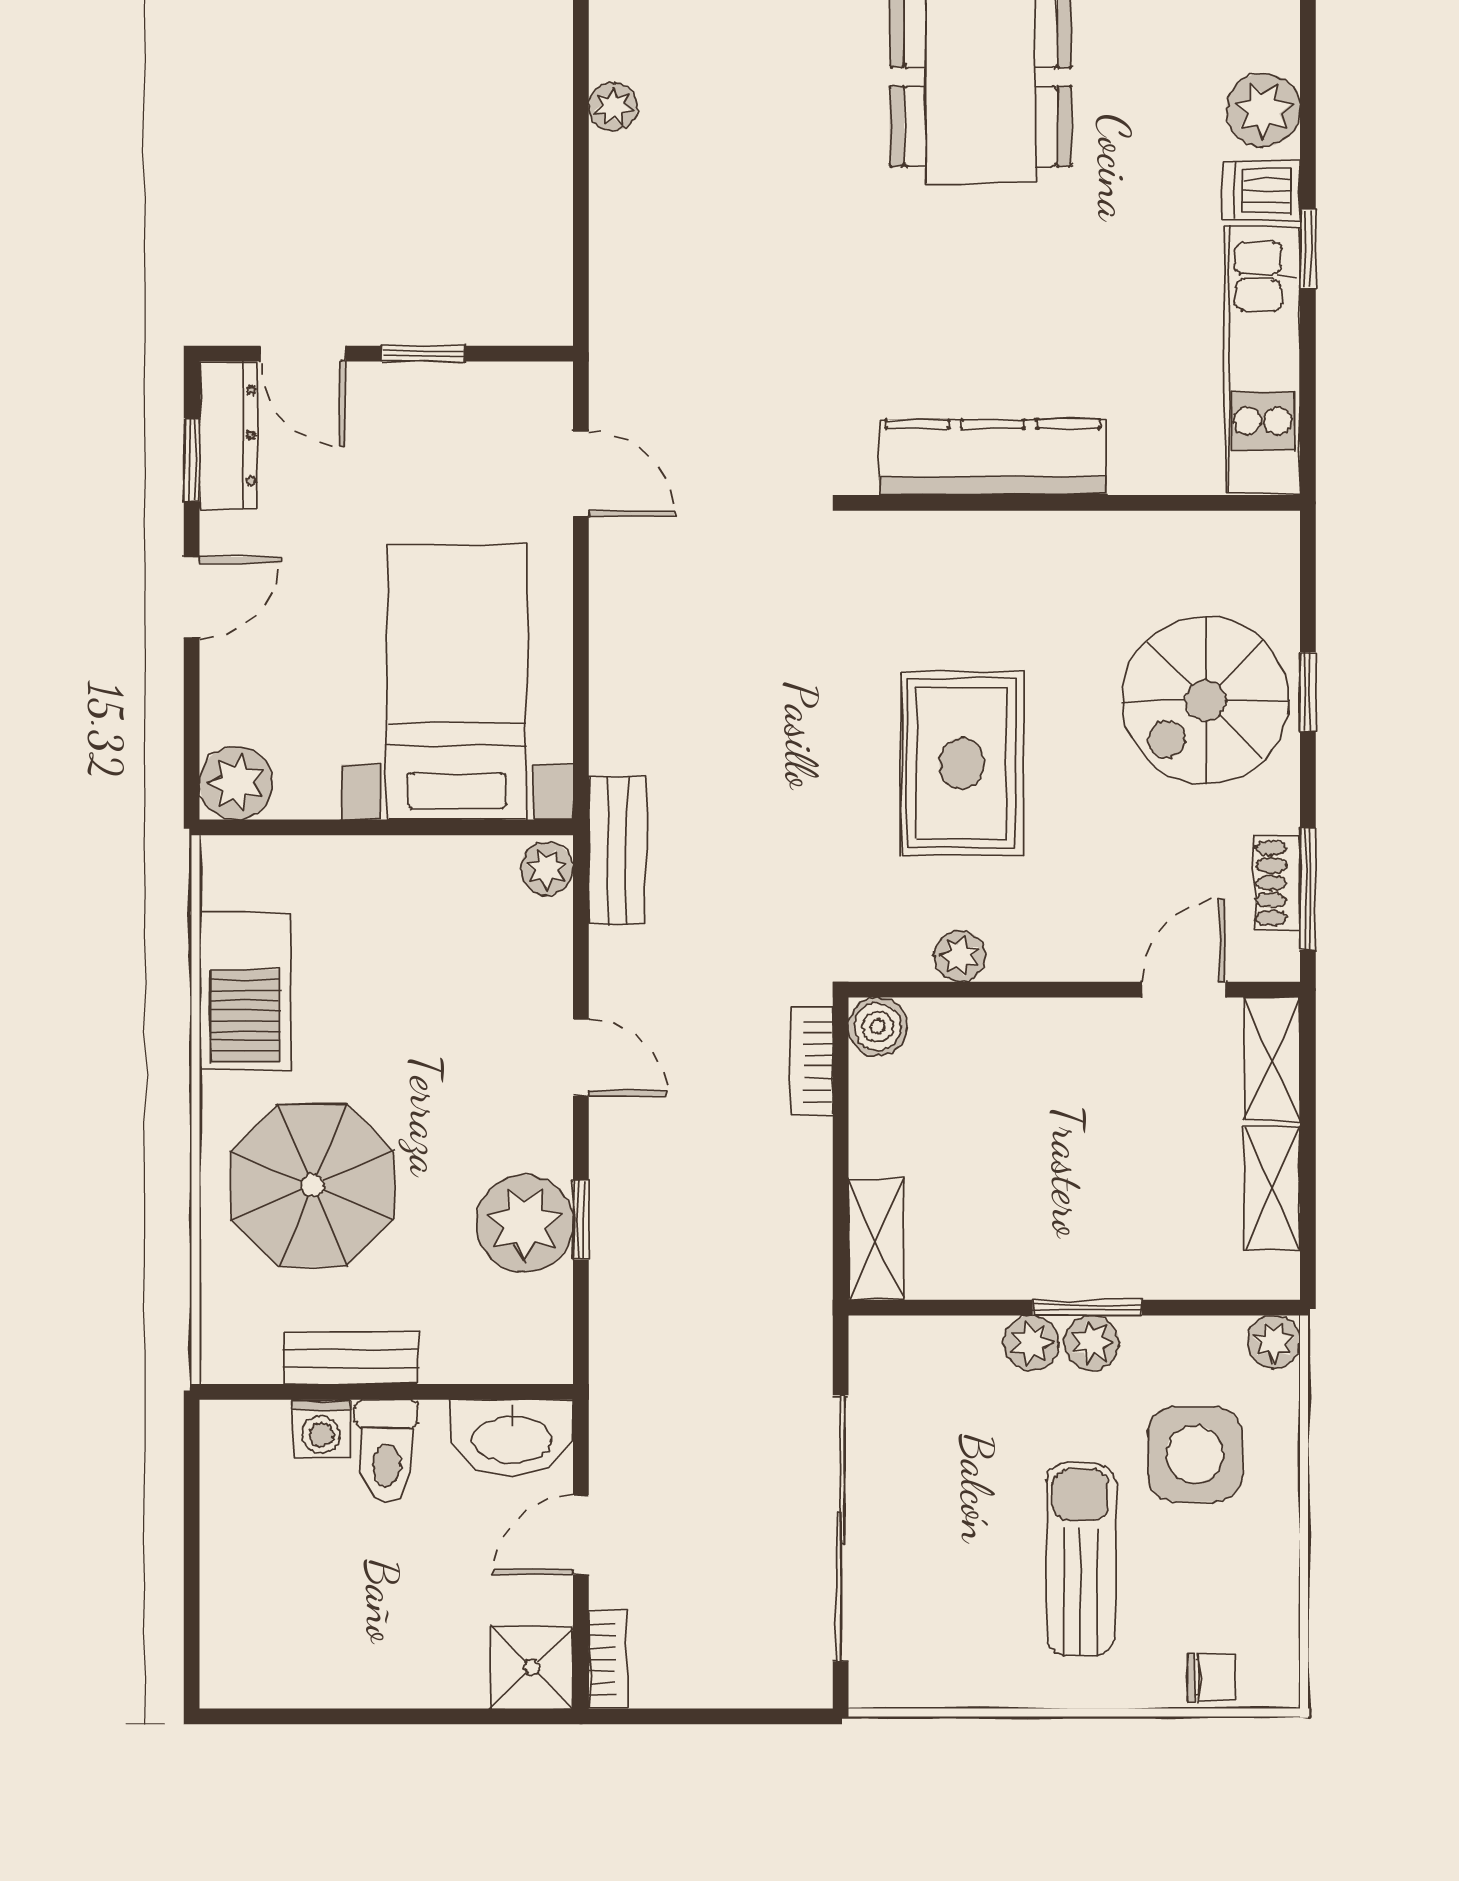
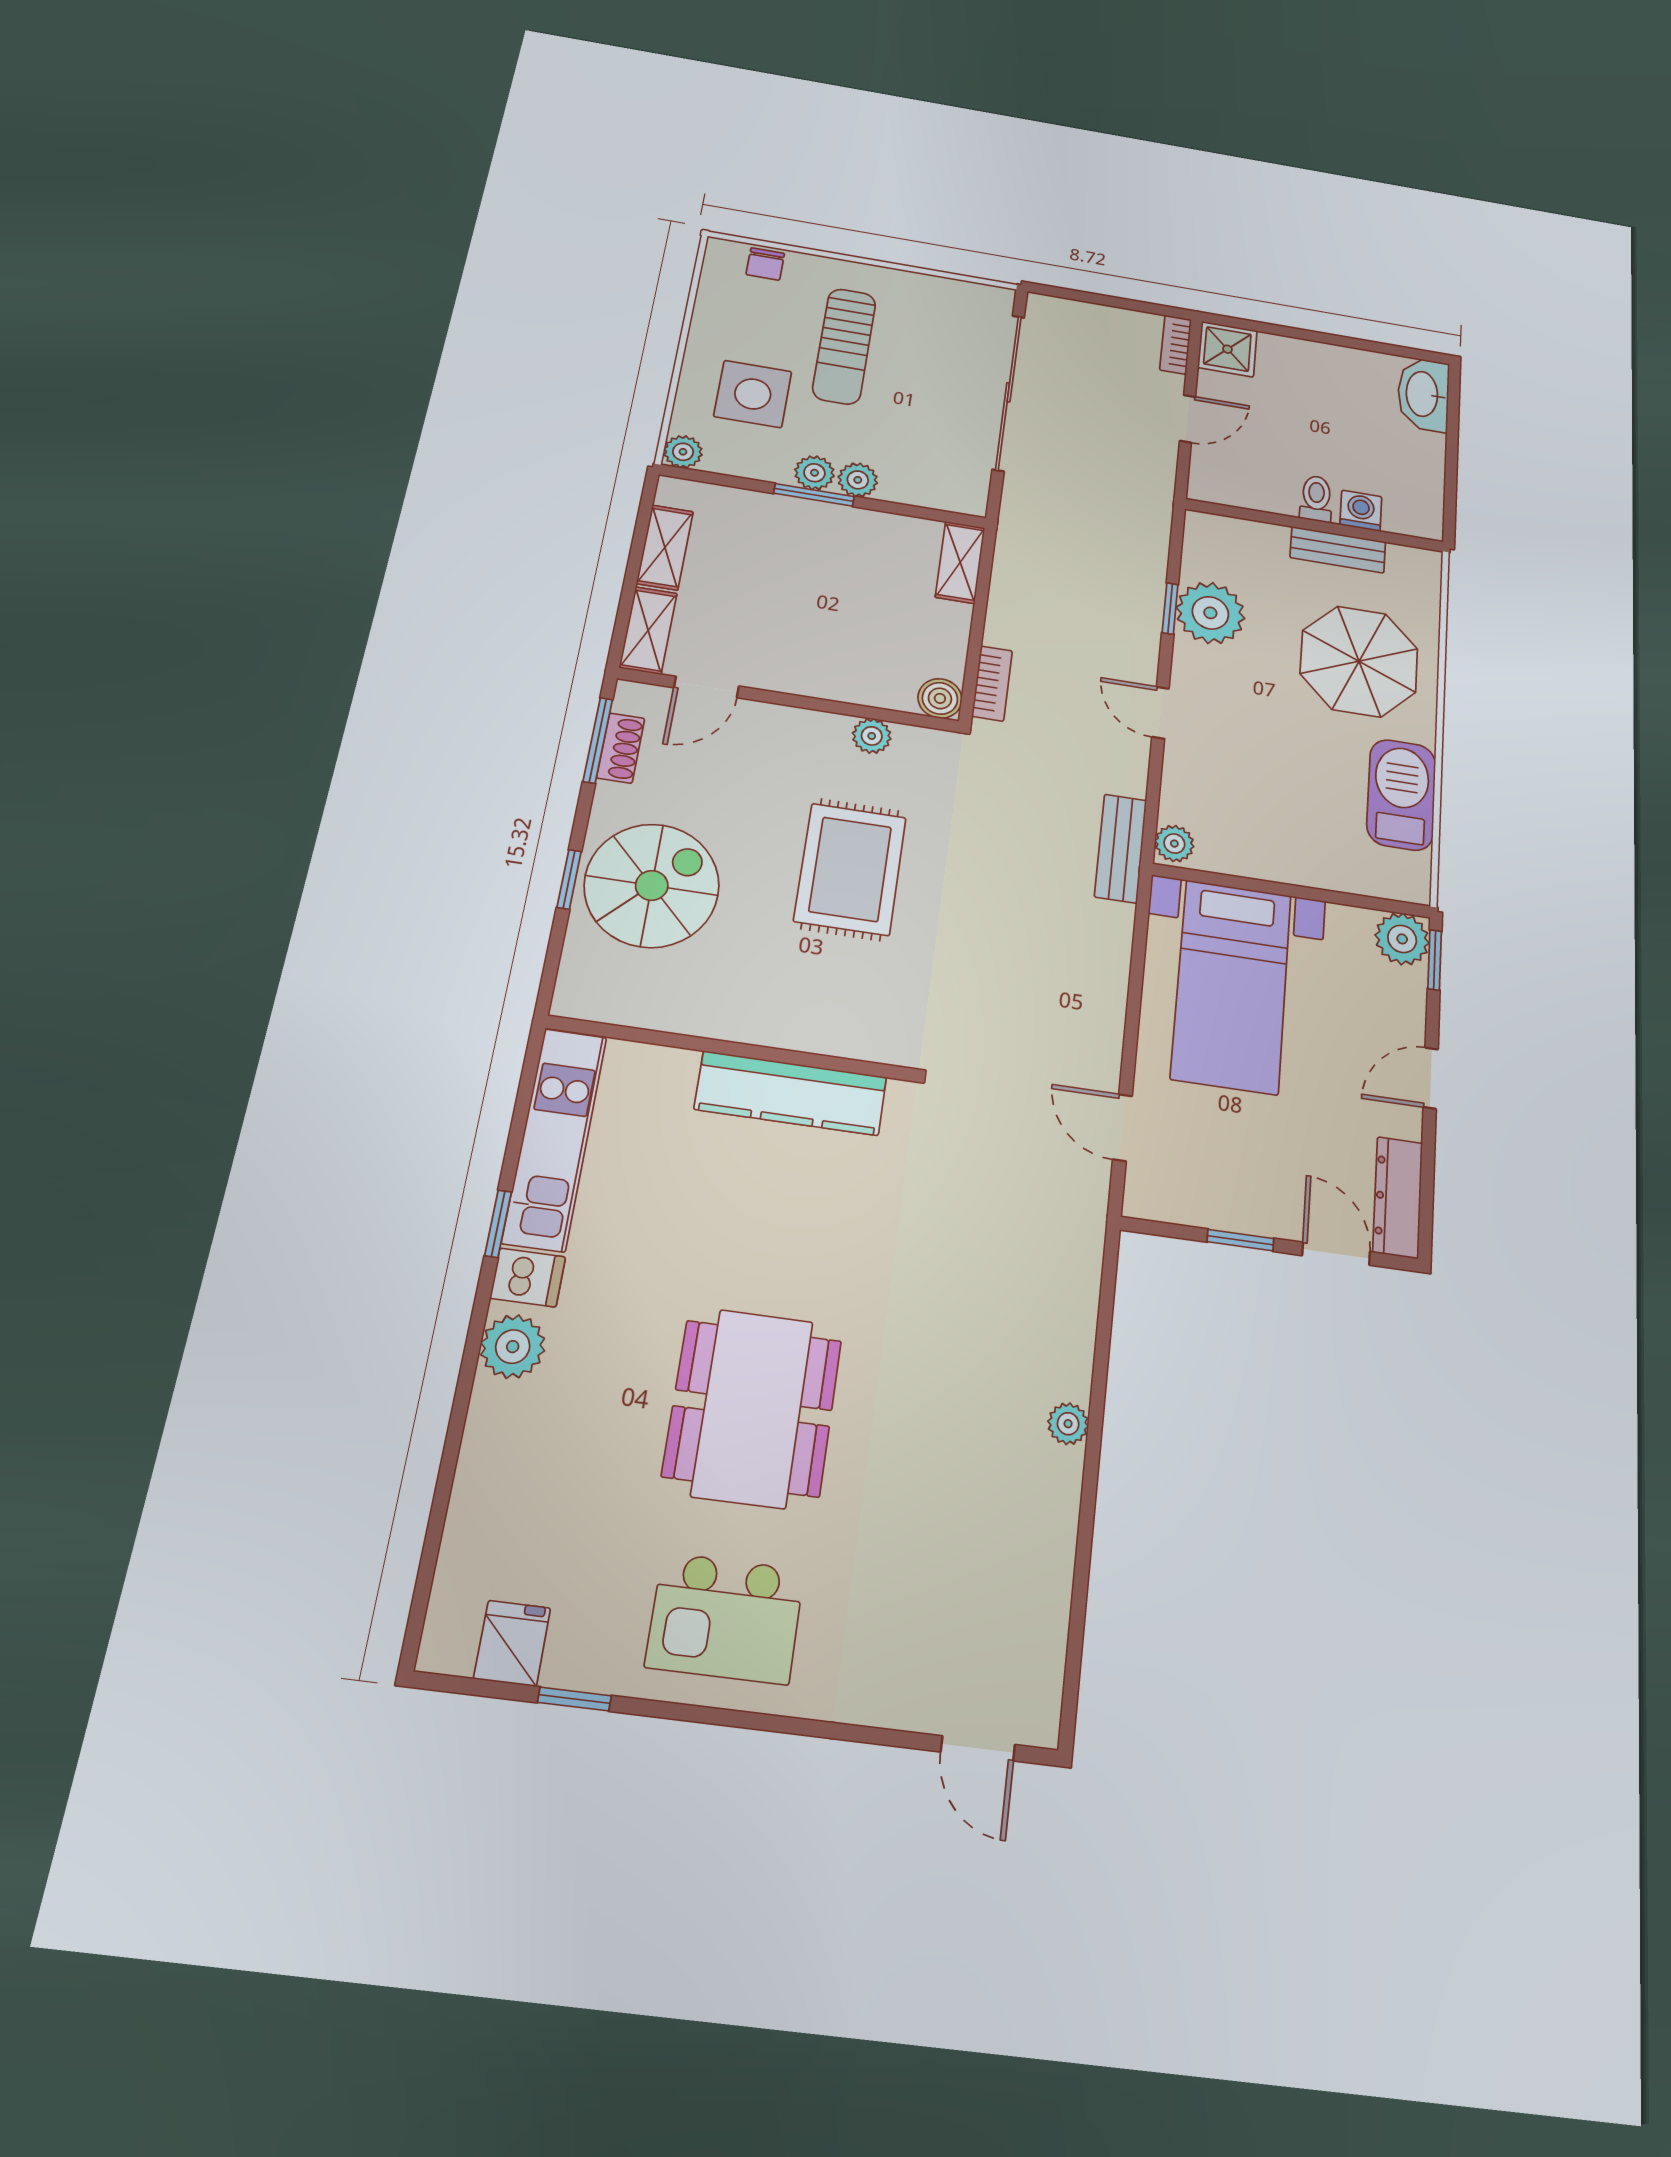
window: (192, 460) -> (1435, 960), moved
washbasin: (512, 1437) -> (1423, 394), moved, turned -90
toilet: (387, 1451) -> (1316, 499), width x0.73, depth x0.72
chair: (1211, 1677) -> (765, 264), turned -90

